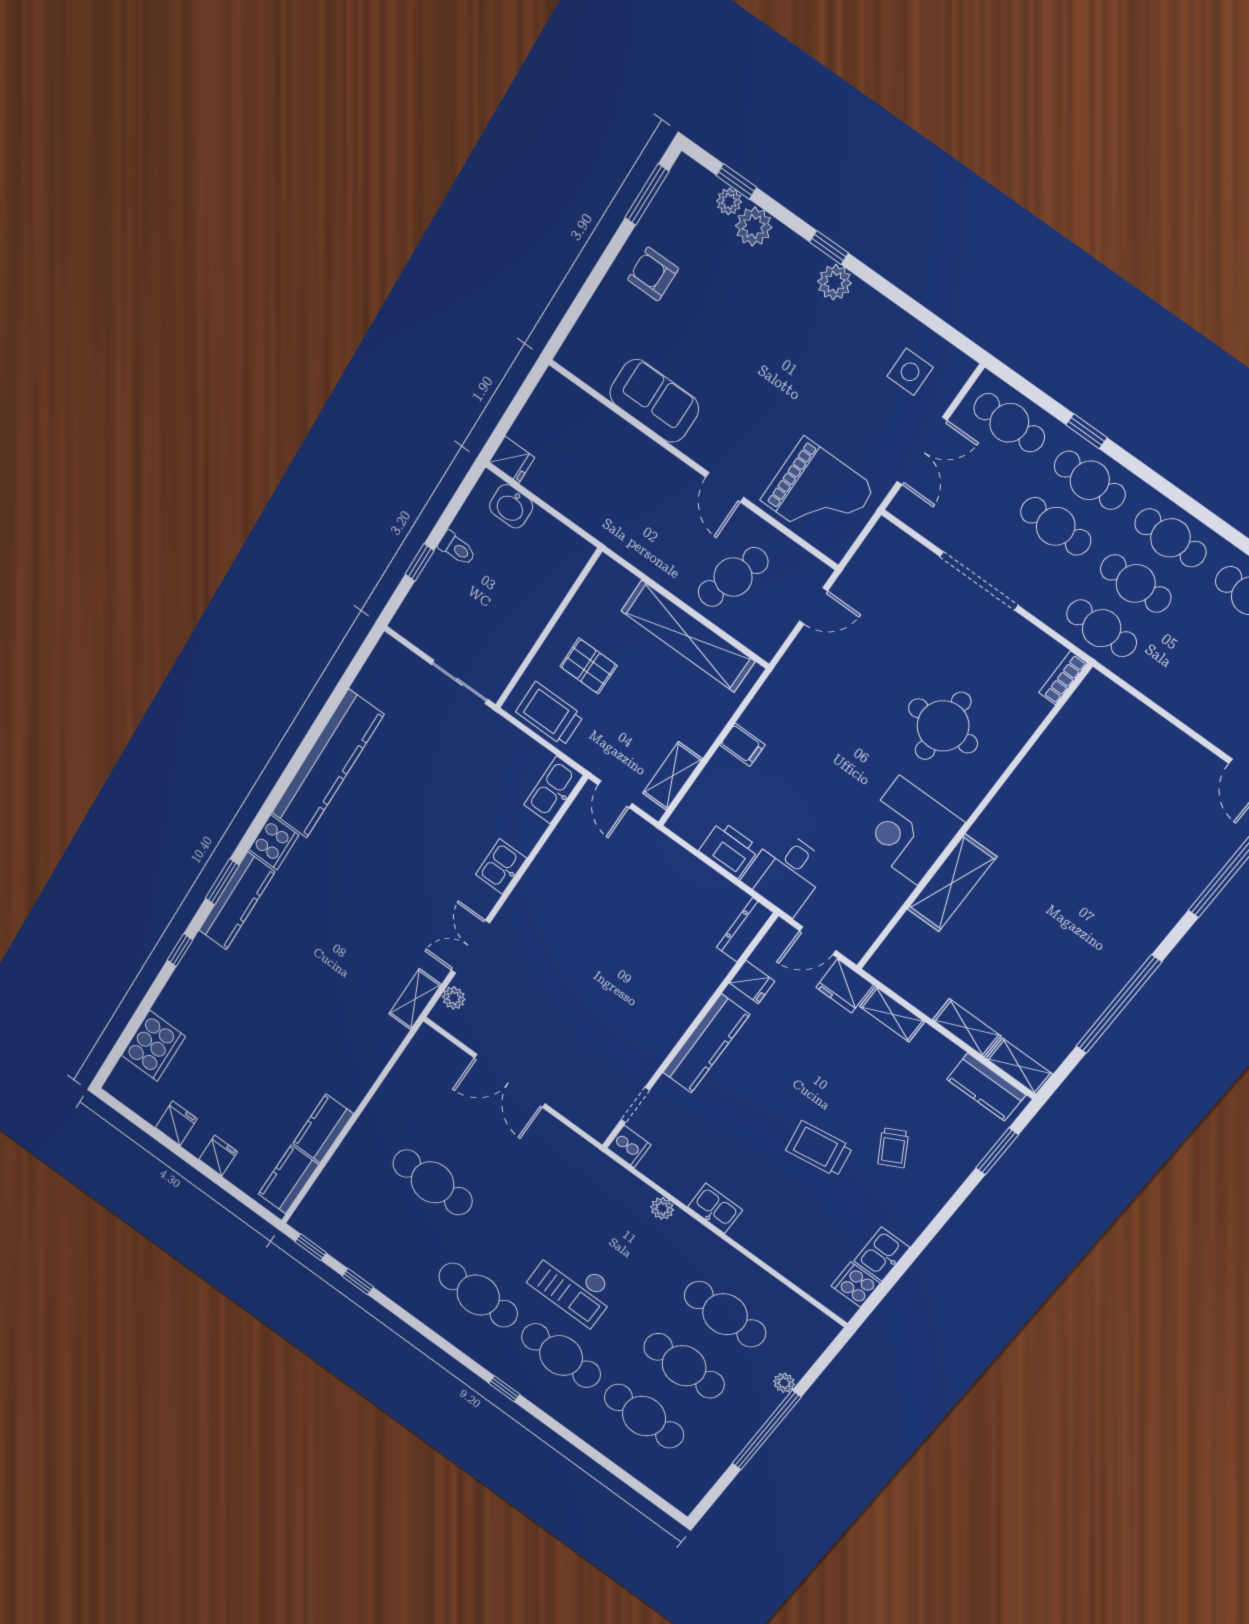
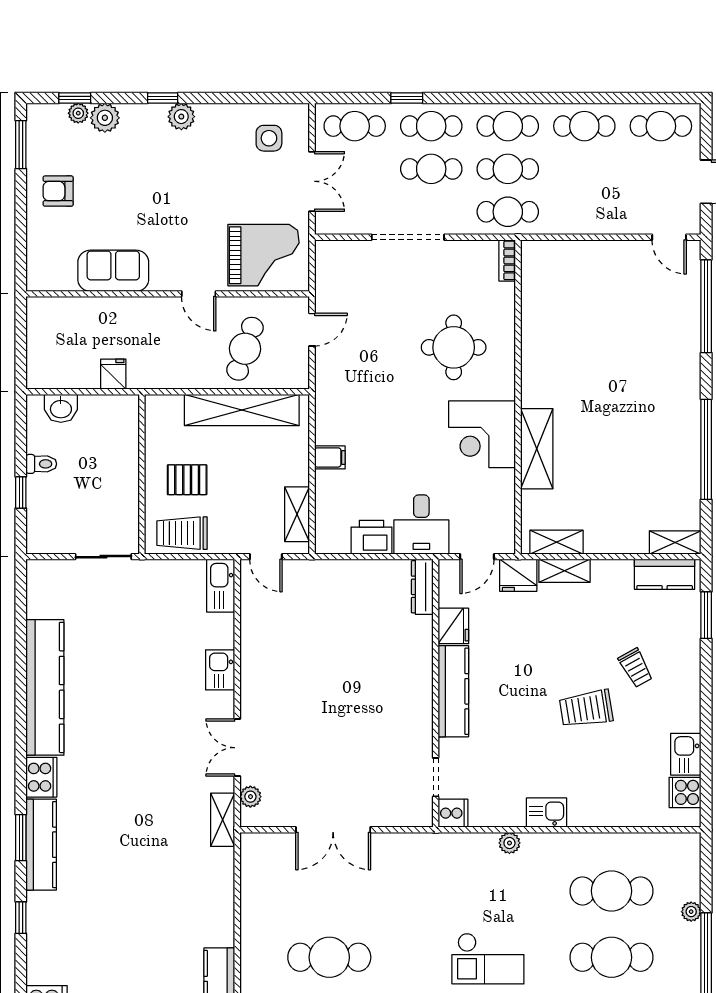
fridge: (512, 460) -> (113, 374), moved, turned -90
fridge: (752, 982) -> (453, 626), width x1.38
shelving: (967, 1028) -> (556, 542), moved

